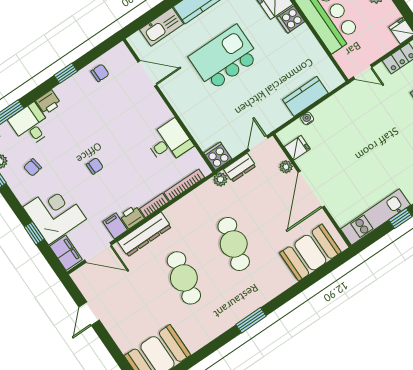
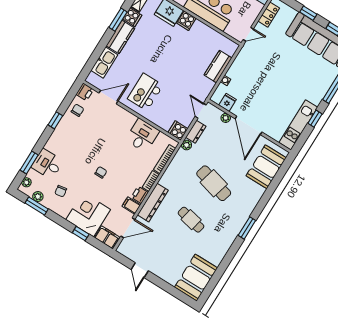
kitchen island: (224, 58) -> (145, 92), moved, width x0.73, depth x0.78
printer: (48, 102) -> (85, 92), moved
cafe table: (184, 278) -> (191, 220), width x0.73, depth x0.74

